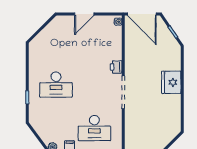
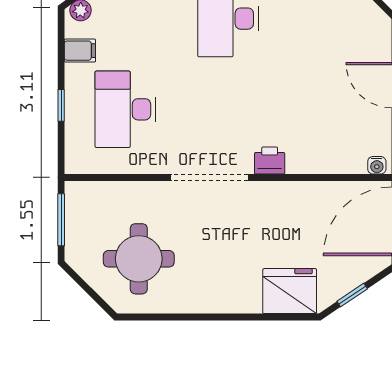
fridge: (171, 82) -> (290, 291), moved
round table: (158, 122) -> (139, 259), added

